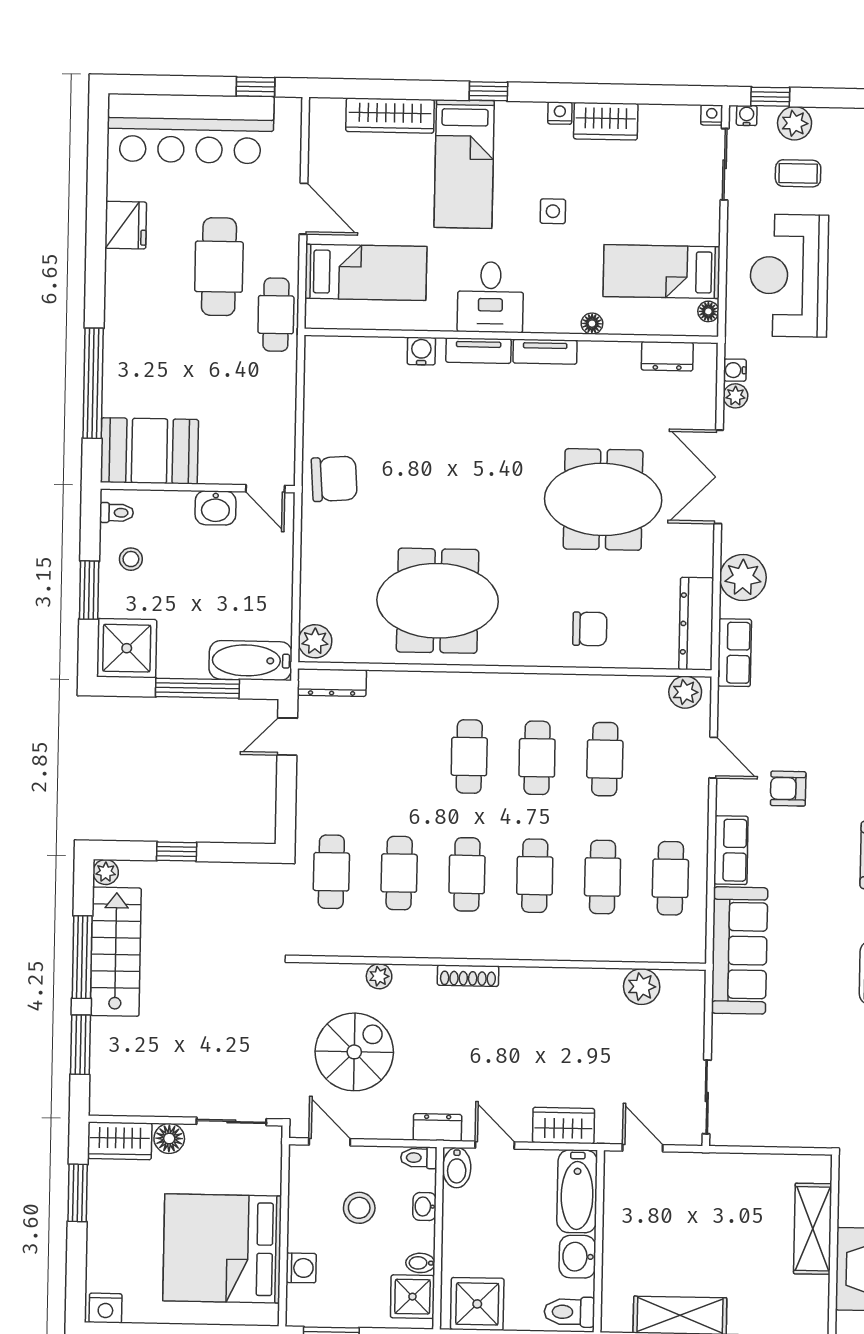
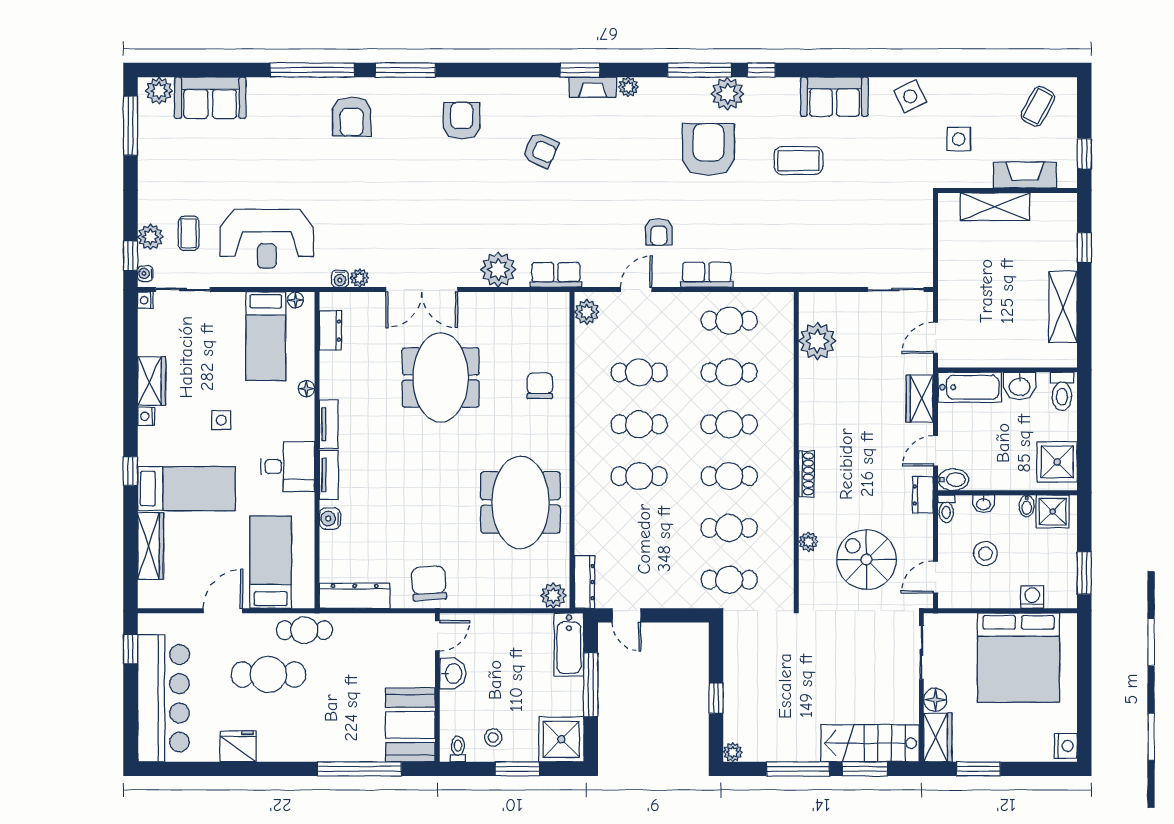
dresser: (696, 624) -> (355, 596), moved, turned 180
sofa: (740, 950) -> (783, 267), removed
stairs: (116, 952) -> (870, 743), moved
plant: (642, 987) -> (817, 341), width x1.36, depth x1.36

